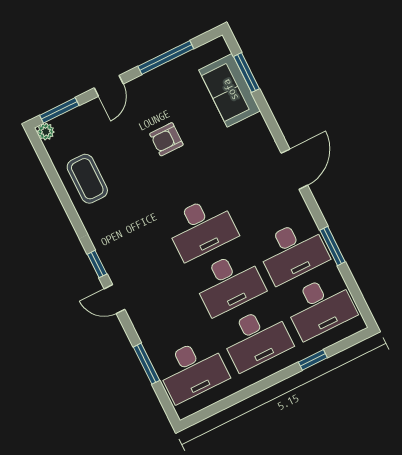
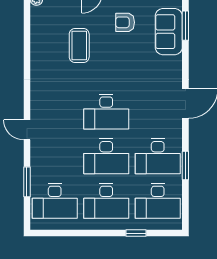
armchair: (166, 139) -> (125, 22), moved
coffee table: (87, 179) -> (79, 46), moved
window: (97, 264) -> (27, 102), removed

